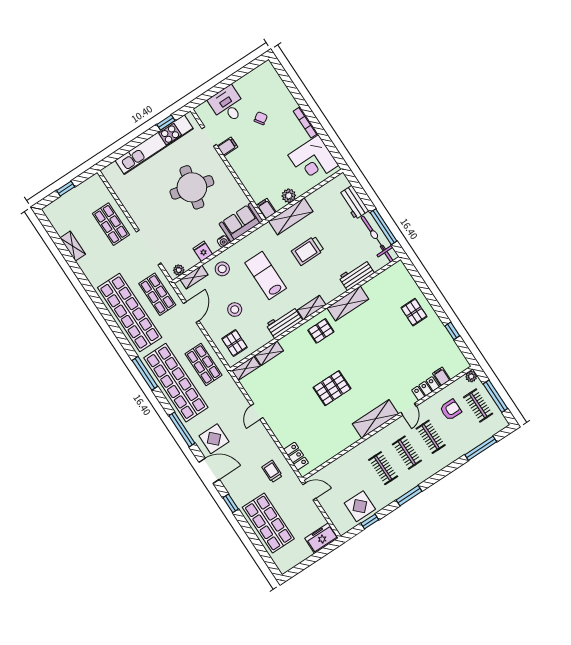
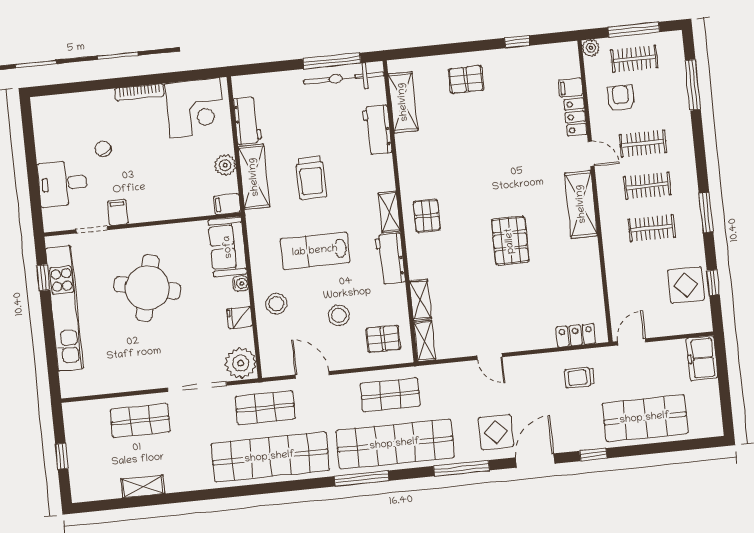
workbench: (354, 202) -> (247, 121), moved, turned -90
plant: (179, 270) -> (241, 363), width x1.88, depth x1.88
shelving: (194, 277) -> (268, 347), removed
shelving: (348, 304) -> (403, 102), moved

